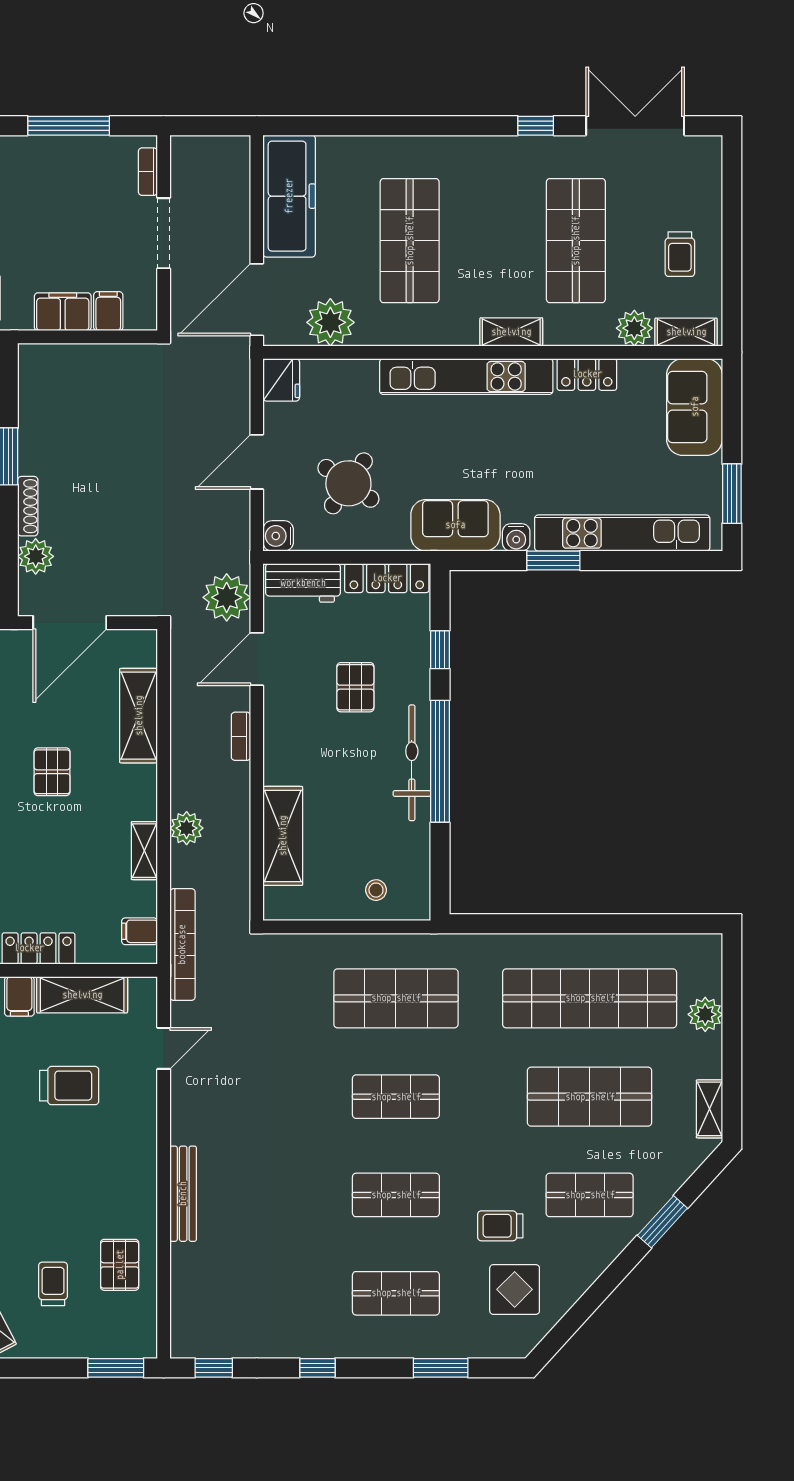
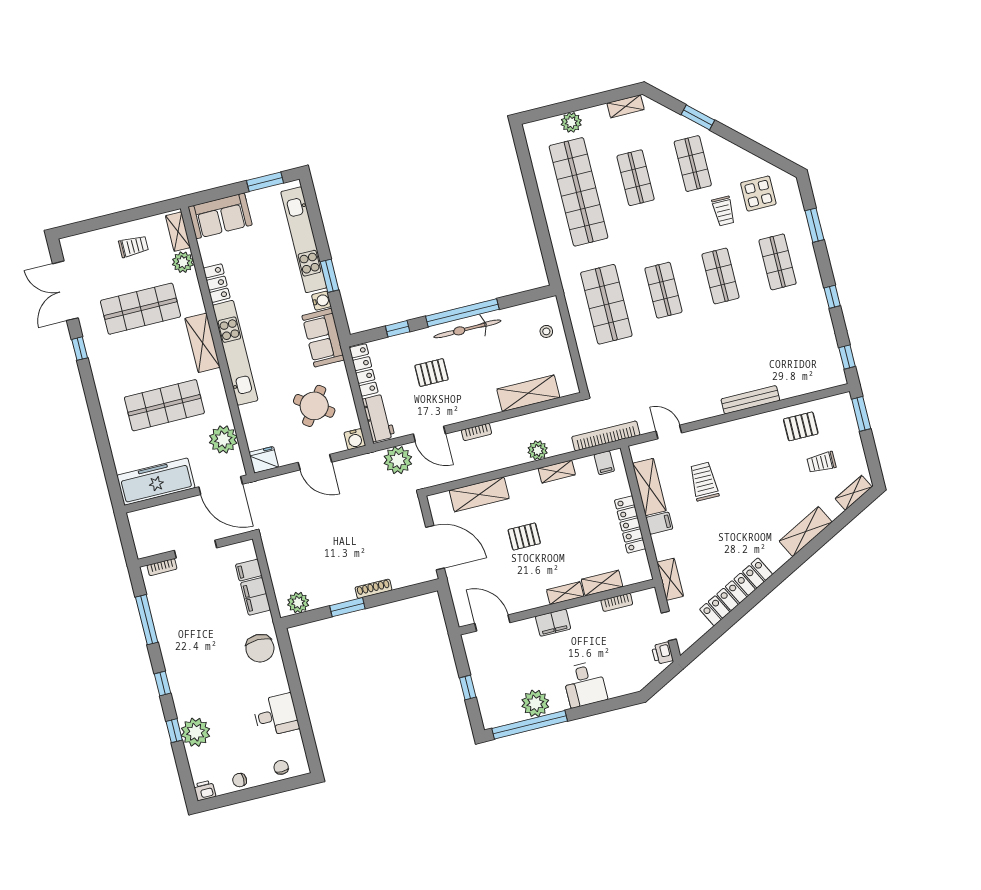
shelving: (511, 332) -> (202, 343), width x1.50, depth x1.33
plant: (36, 556) -> (298, 603), moved
shop shelf: (590, 1097) -> (636, 178), width x0.70, depth x0.74

